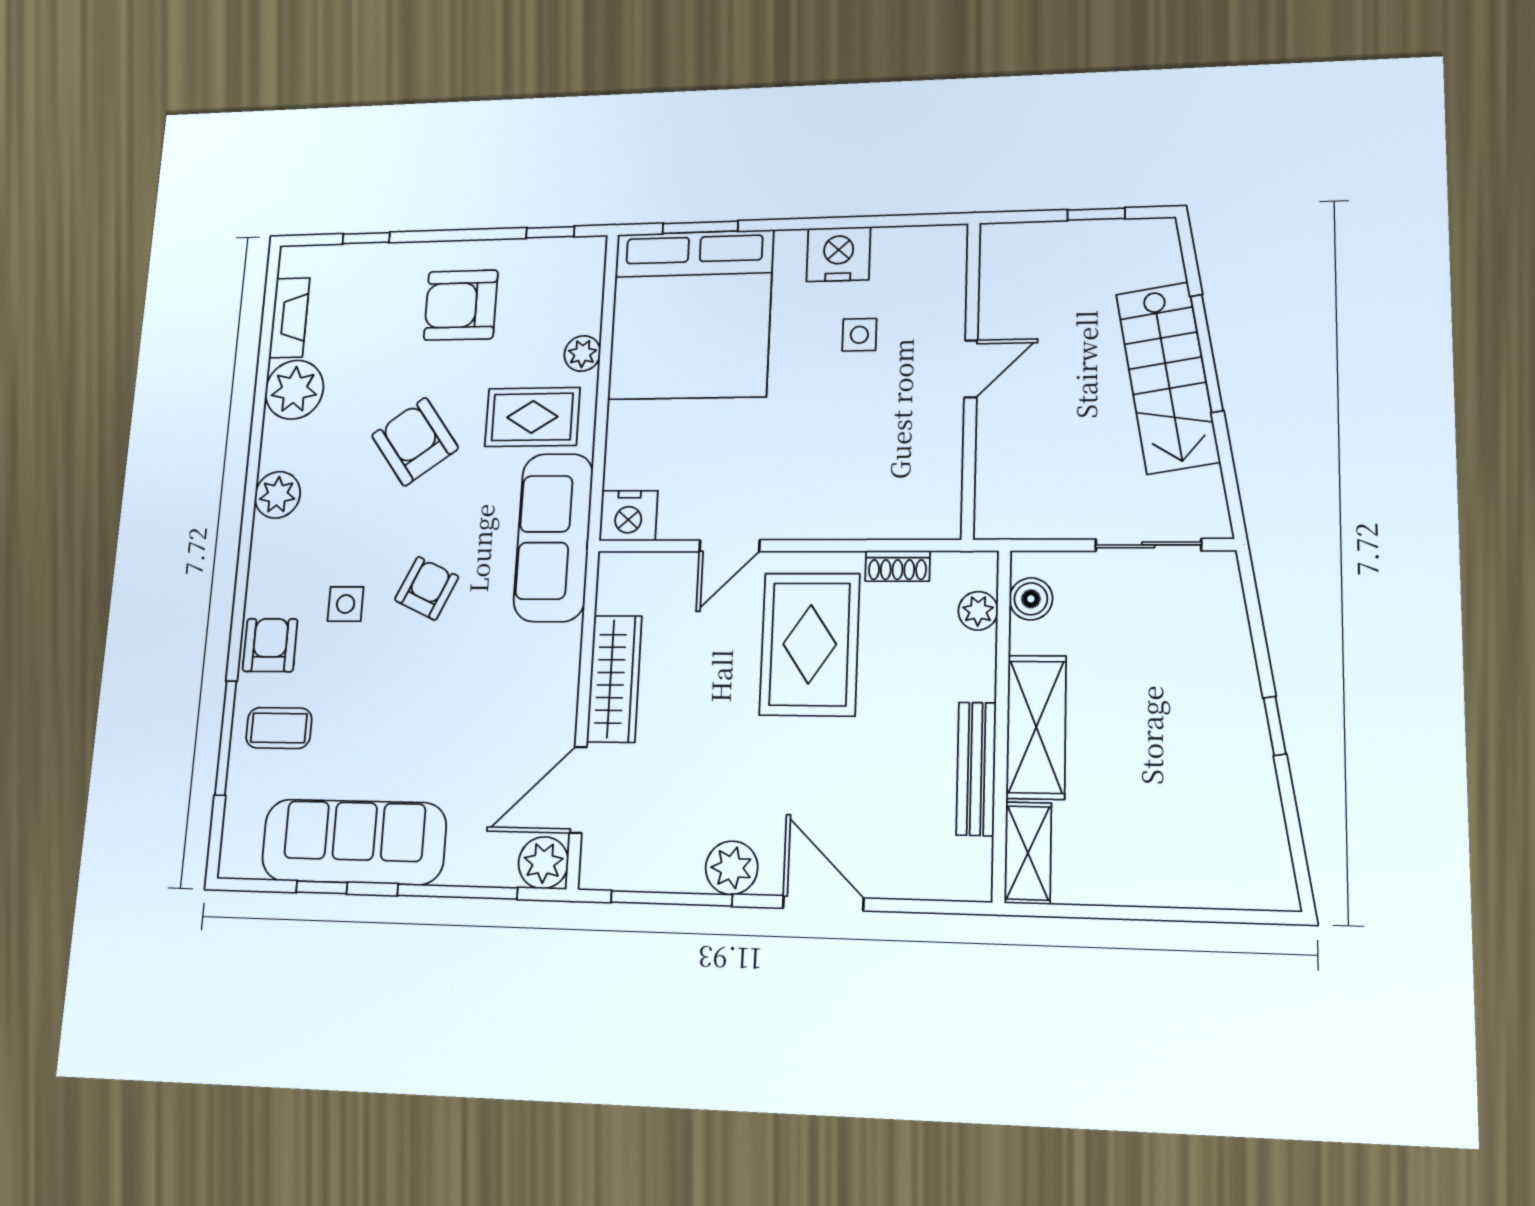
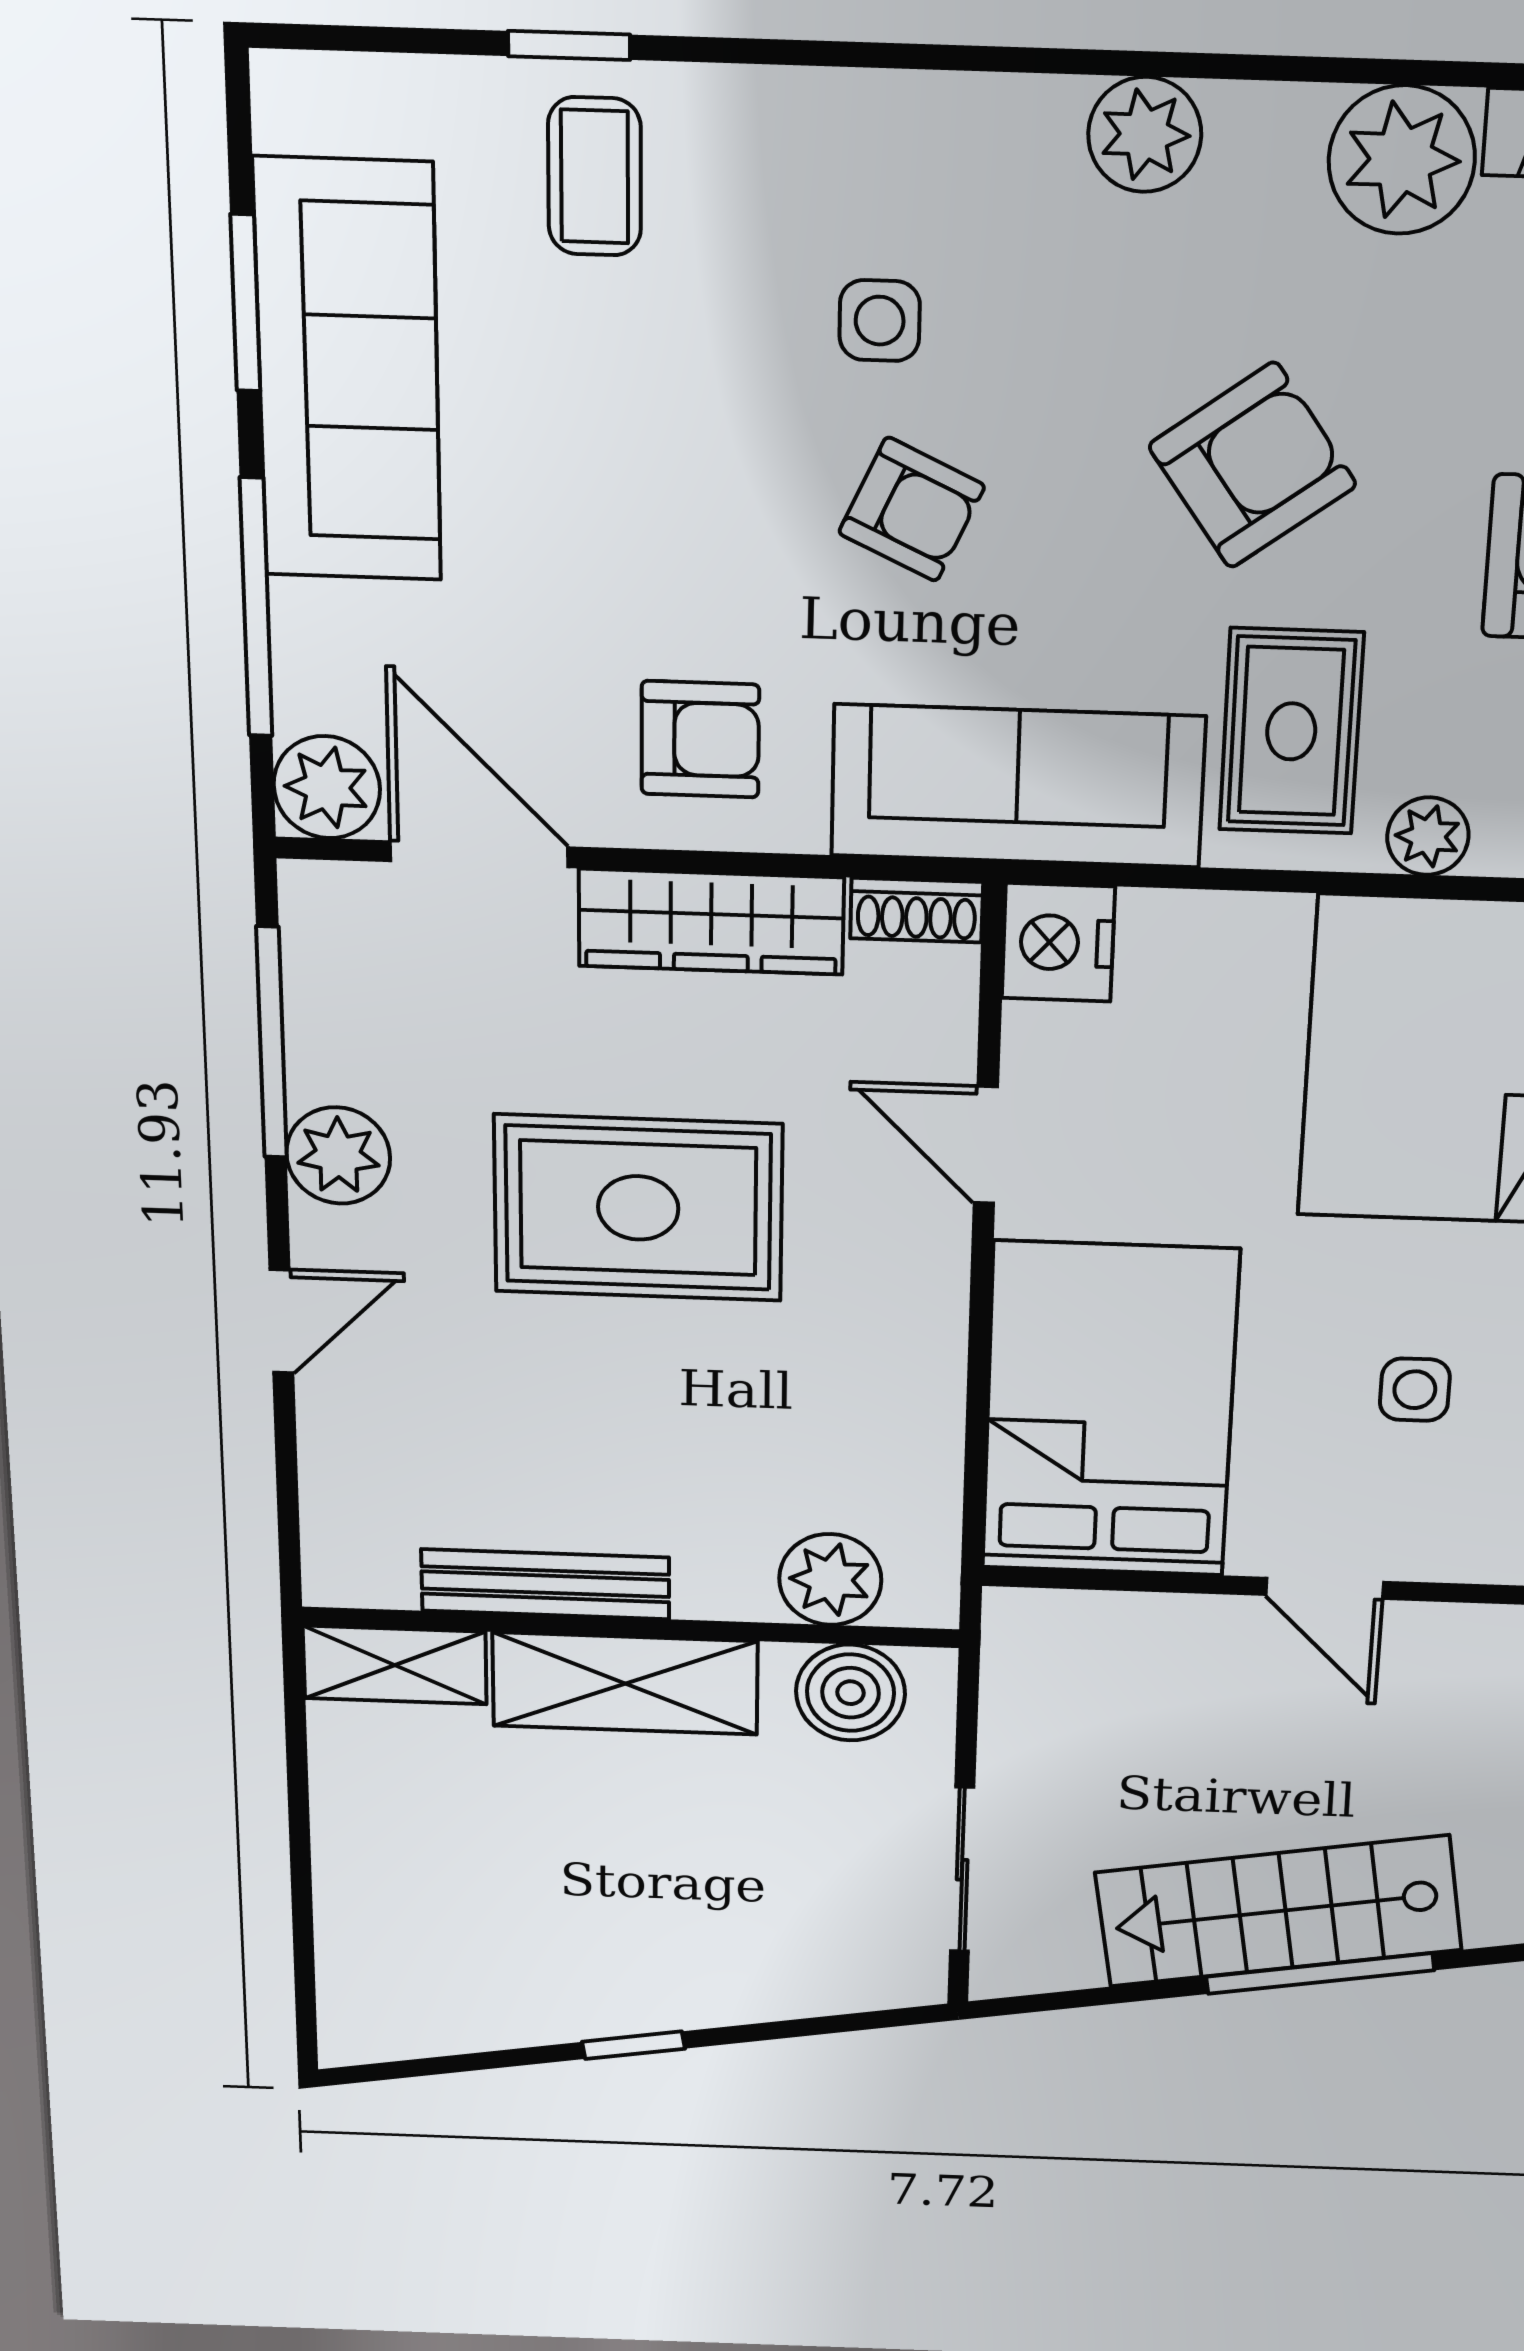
bed: (872, 480) -> (1109, 1410), added
shoe rack: (898, 566) -> (917, 910), moved, turned -90
boiler: (1031, 599) -> (850, 1693), width x1.36, depth x1.36
plant: (978, 611) -> (830, 1580), width x1.38, depth x1.38
rug: (810, 644) -> (638, 1208), moved
armchair: (270, 645) -> (700, 739), moved
window: (226, 738) -> (569, 45), width x0.46
window: (322, 887) -> (245, 303), width x1.50
door: (823, 903) -> (281, 1321), width x0.73

